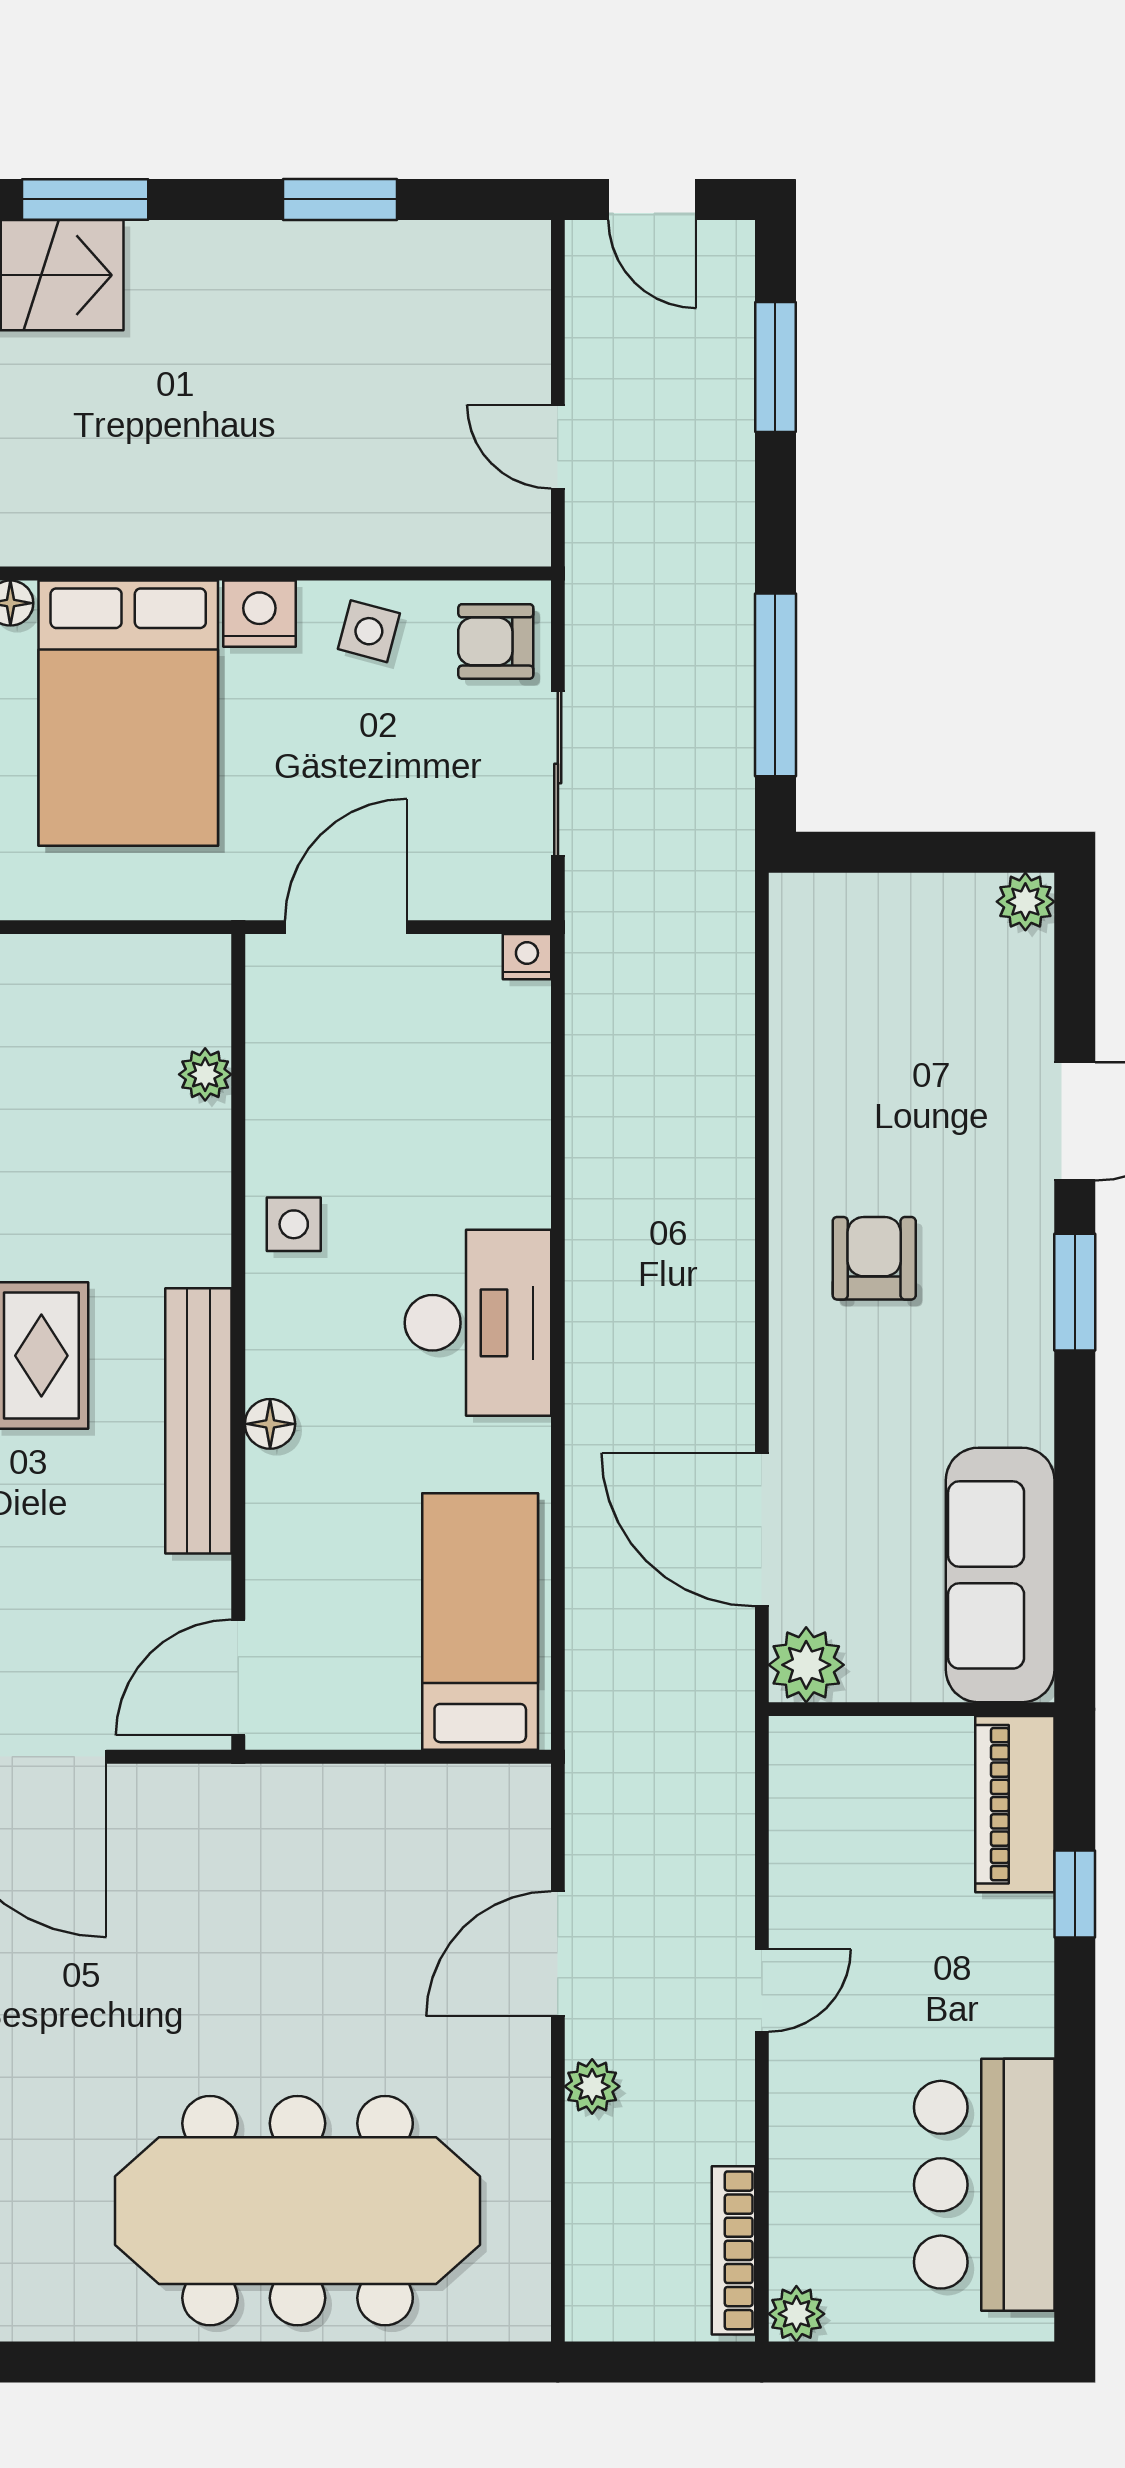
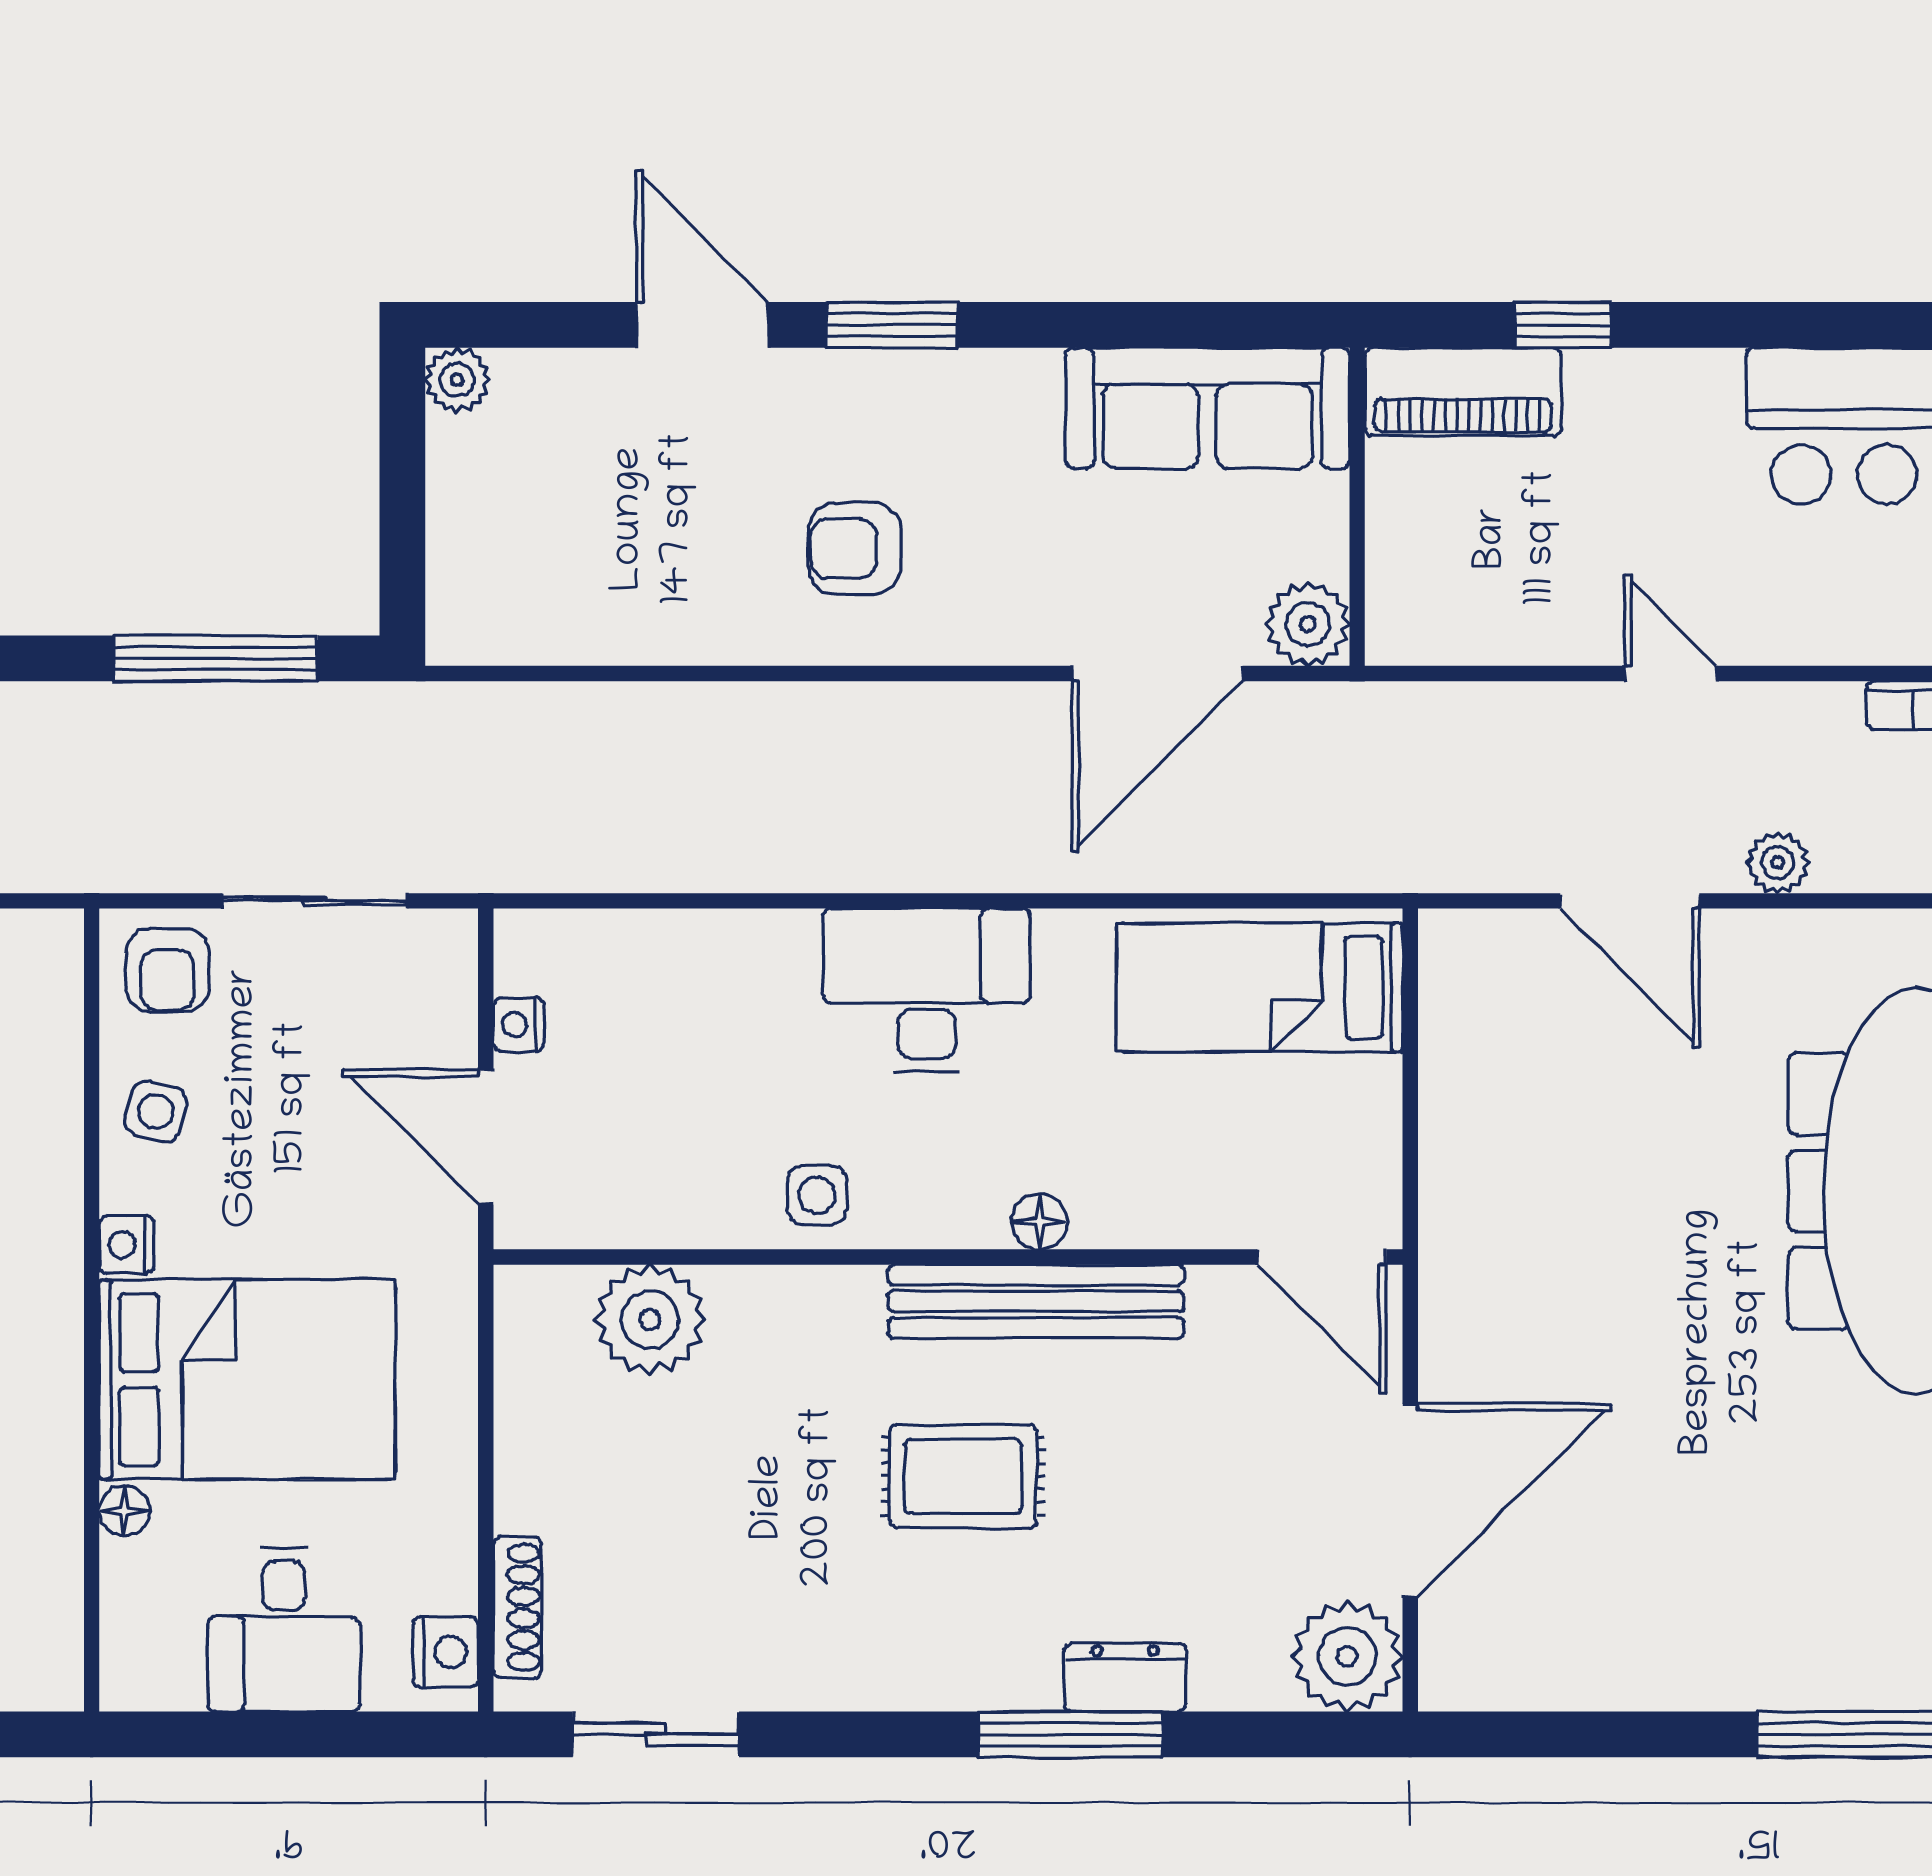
nightstand: (259, 614) -> (127, 1245), width x0.72, depth x0.74
nightstand: (527, 957) -> (519, 1025), moved
plant: (205, 1074) -> (650, 1320), width x1.87, depth x1.87

